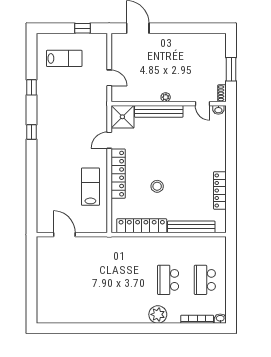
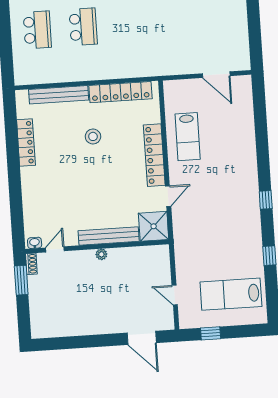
lab bench: (64, 58) -> (231, 294), width x1.36, depth x1.39
window: (231, 69) -> (21, 280), moved
door: (109, 78) -> (175, 295), moved
door: (202, 104) -> (55, 249), hinge flipped
stool: (157, 186) -> (93, 136), moved

